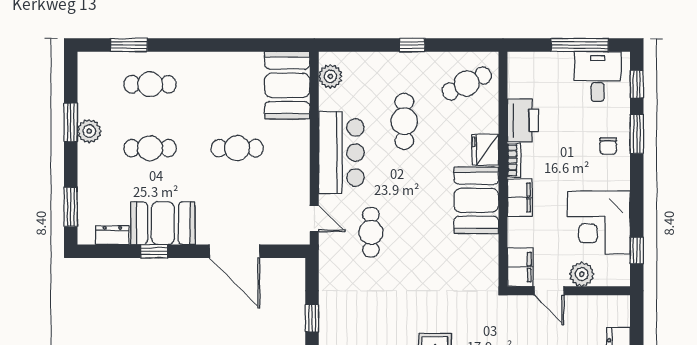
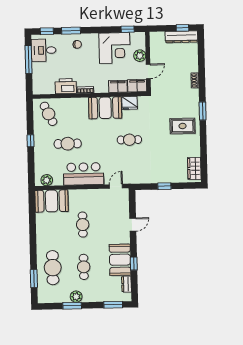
cafe table: (150, 84) -> (53, 268), width x1.37, depth x1.35
fridge: (485, 150) -> (130, 103), moved
filing cabinet: (520, 197) -> (118, 86), moved
cafe table: (371, 232) -> (129, 140), moved
door: (235, 251) -> (133, 225), width x0.53

